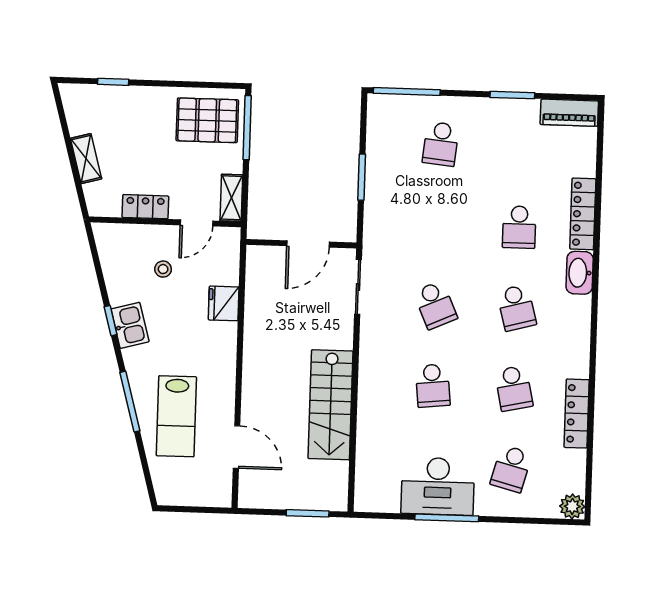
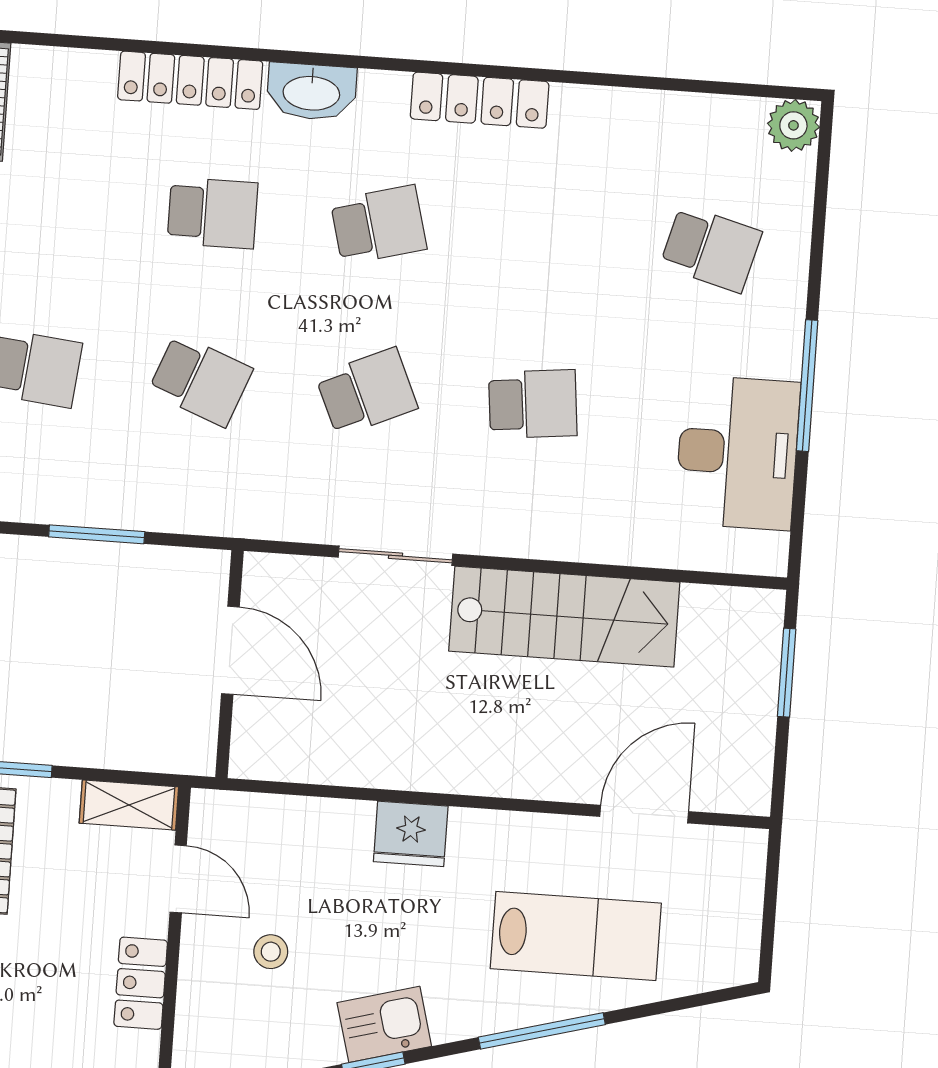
sliding door: (358, 287) -> (396, 556), moved
fridge: (224, 303) -> (411, 834), moved
school desk: (514, 388) -> (200, 380), moved, turned 33
locker: (577, 414) -> (480, 100), moved
desk: (438, 486) -> (737, 453), moved

